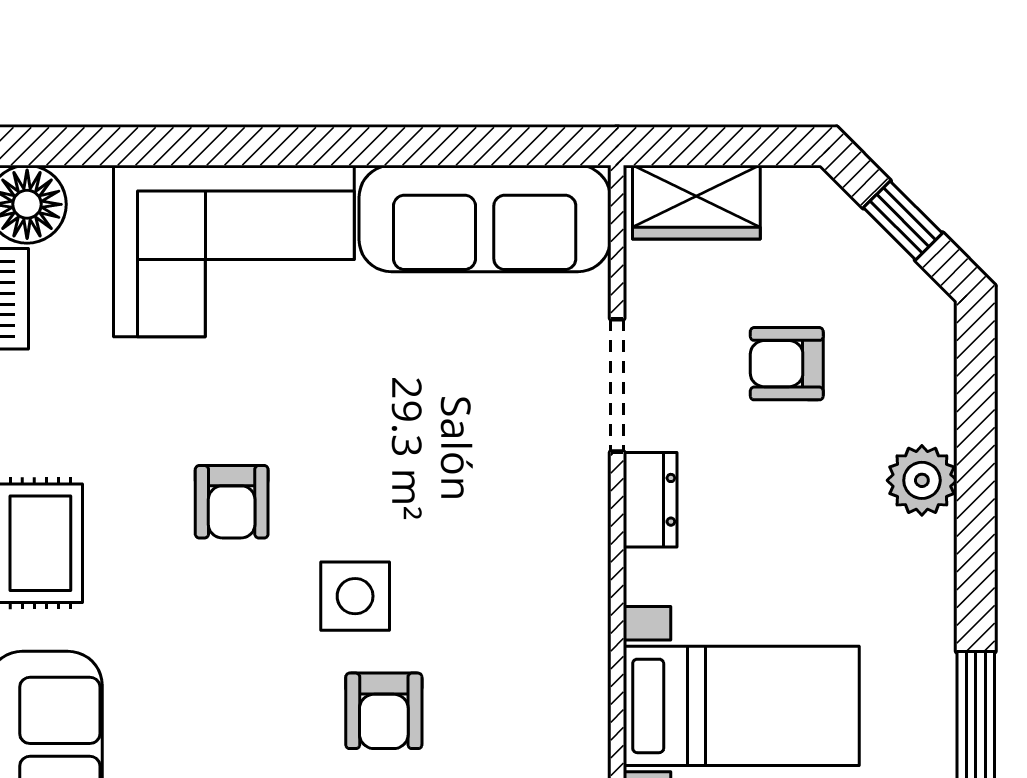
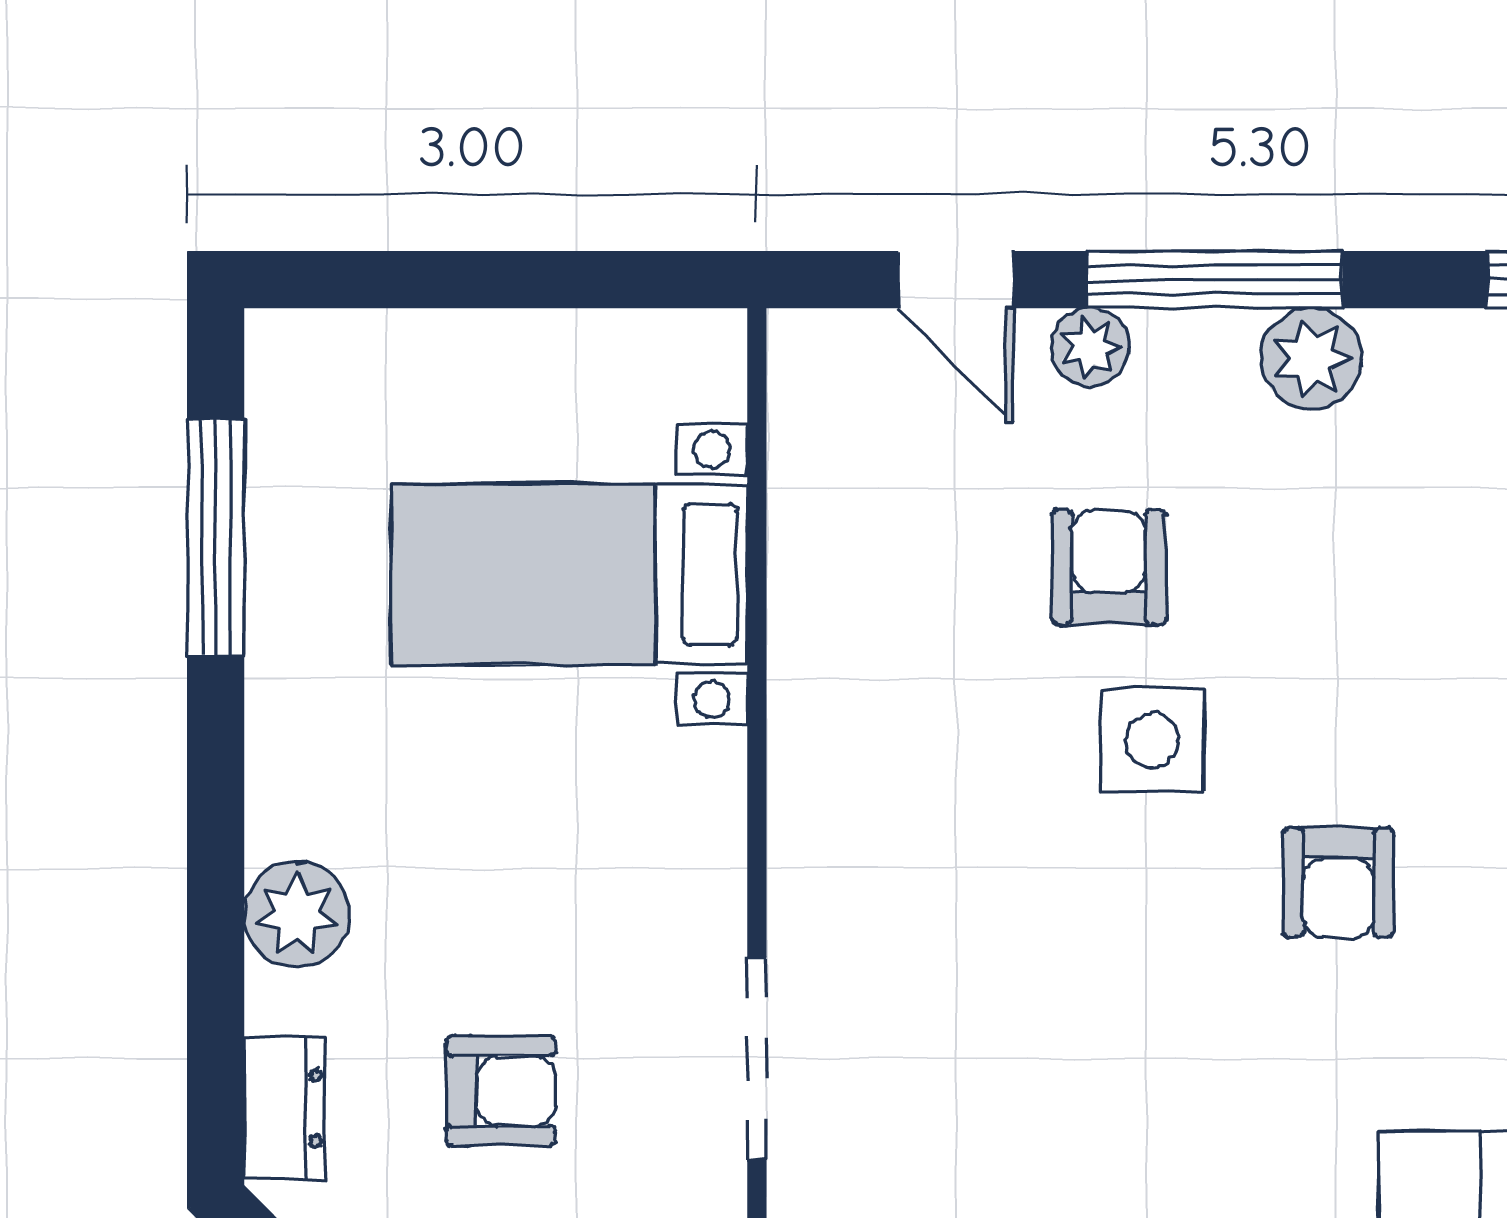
dresser: (650, 500) -> (284, 1108), moved, turned 180
armchair: (232, 502) -> (1339, 883), turned 180

